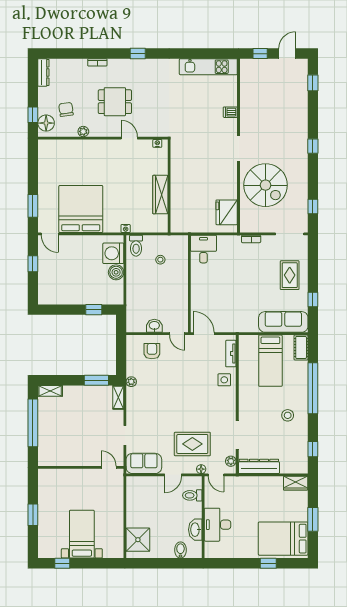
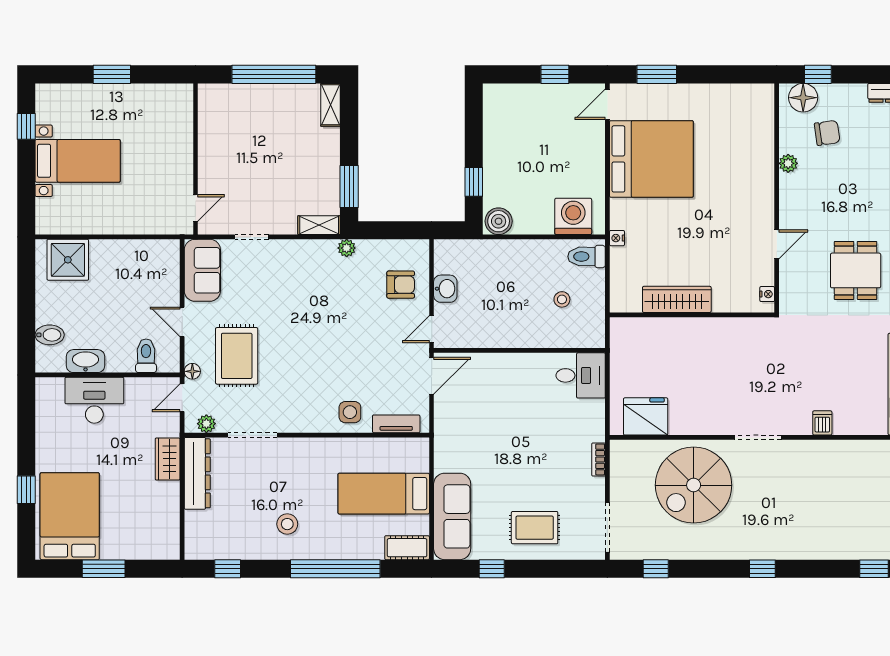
dining table: (115, 102) -> (856, 270), moved
boiler: (116, 272) -> (499, 221), moved
wardrobe: (296, 483) -> (168, 459), moved

